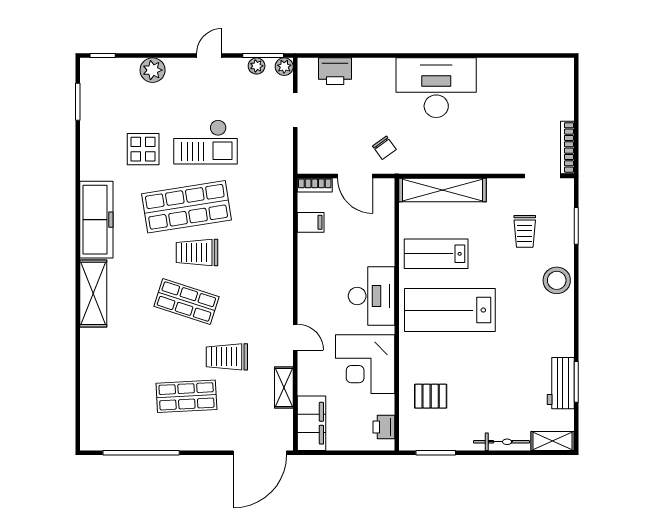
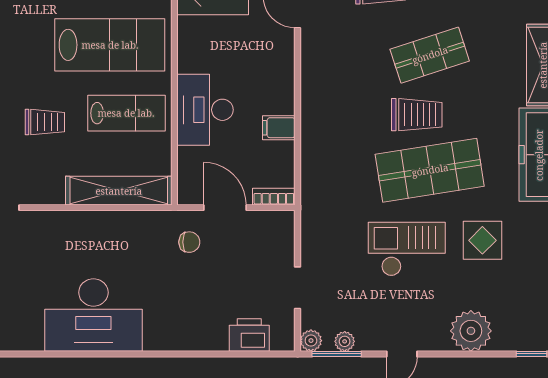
plant: (153, 70) -> (471, 331), width x1.36, depth x1.36
desk: (436, 88) -> (93, 315), moved
chair: (384, 148) -> (189, 242), turned 126
filing cabinet: (311, 222) -> (279, 128), moved
trolley: (525, 231) -> (45, 122), moved, turned 90
desk: (371, 296) -> (205, 110), moved
shop shelf: (186, 302) -> (430, 55), turned -36

